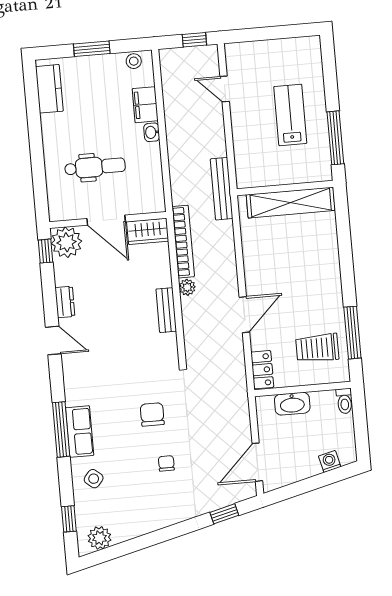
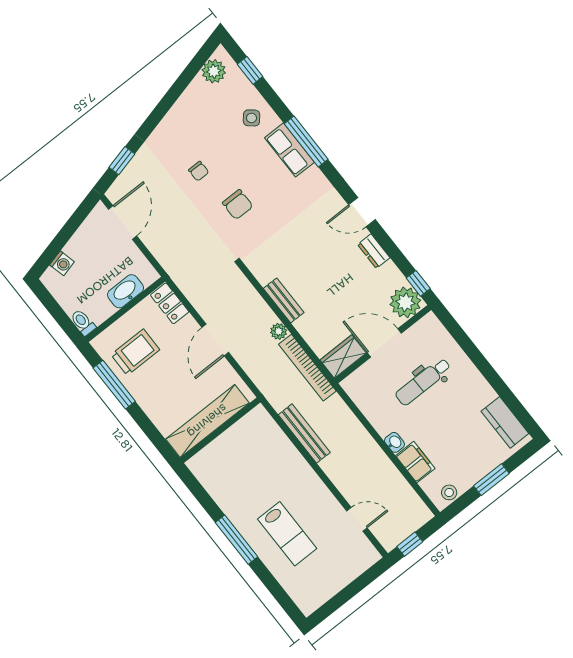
wall: (285, 188) -> (220, 430), moved
shelving: (291, 202) -> (207, 421), moved

